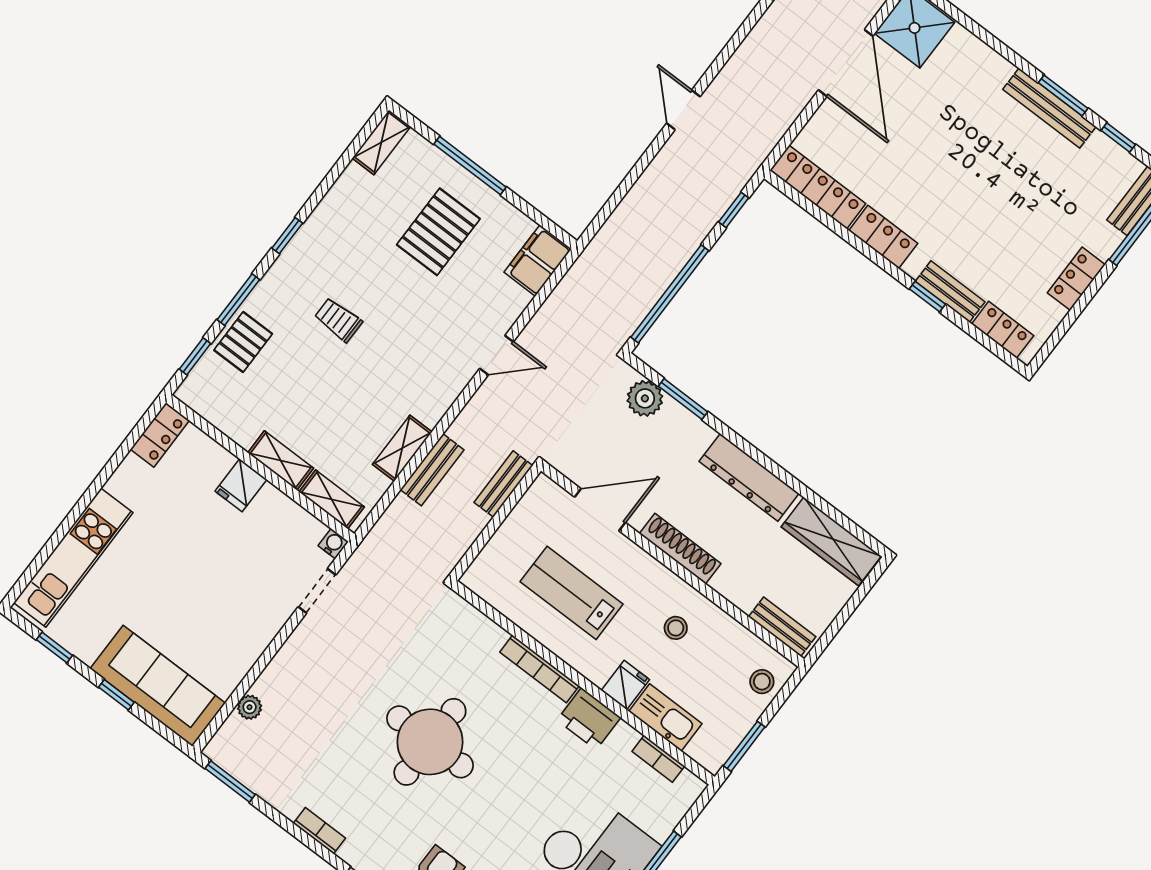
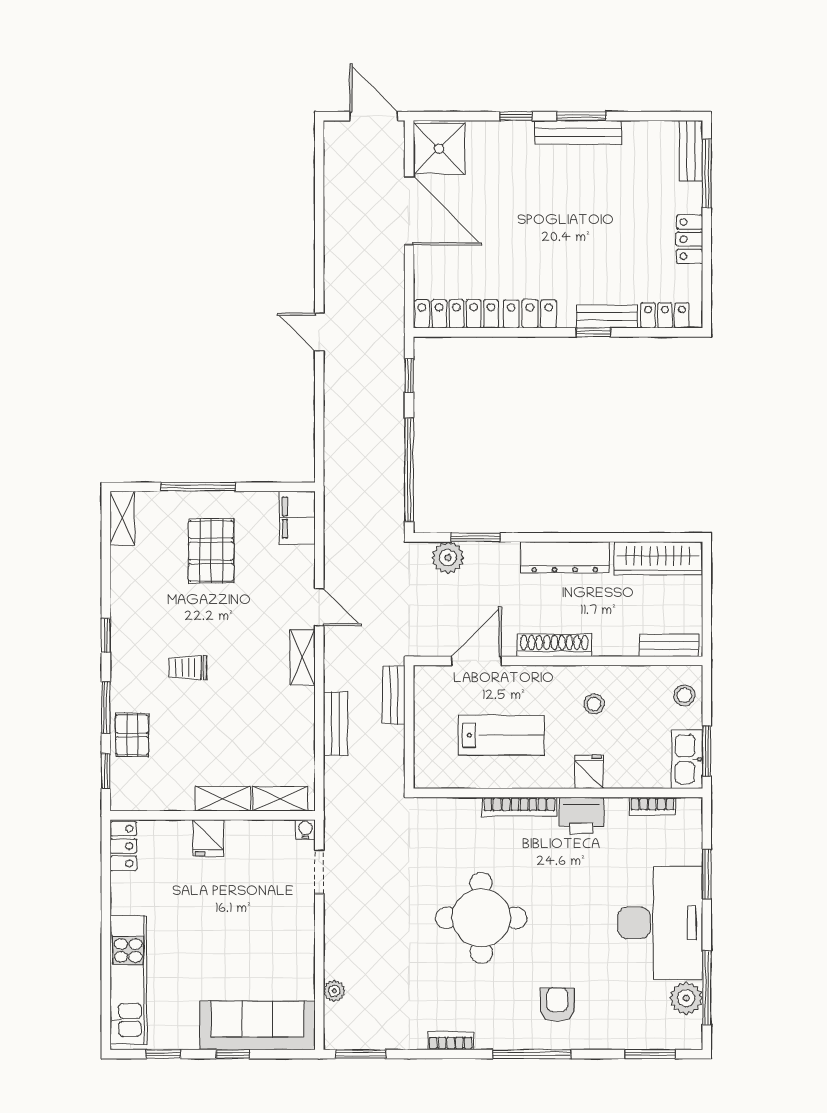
window: (1118, 137) -> (516, 116), moved
door: (497, 355) -> (319, 607), hinge flipped
shelving: (402, 448) -> (303, 657), moved
lab bench: (572, 593) -> (501, 735), turned 180
kitchen sink: (665, 717) -> (687, 759), moved, turned -90

